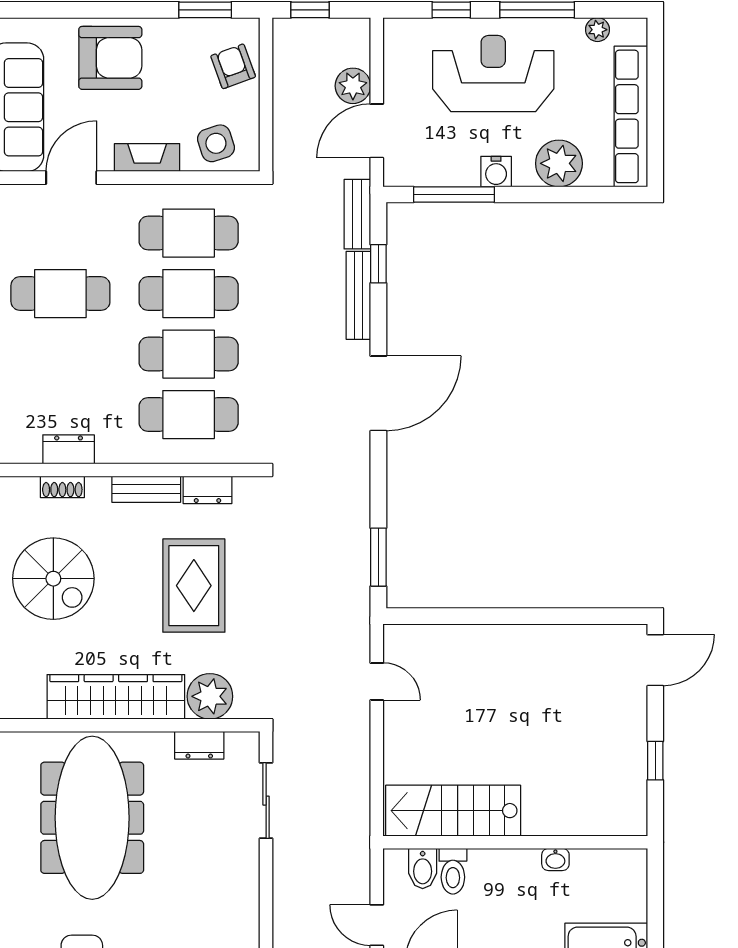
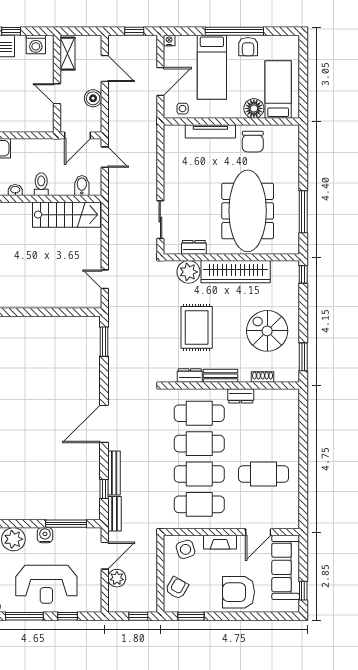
armchair: (233, 66) -> (177, 588), turned -130
dresser: (69, 449) -> (241, 396), moved
toilet: (453, 871) -> (41, 184), moved

